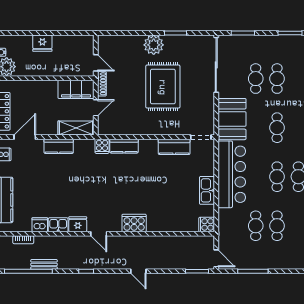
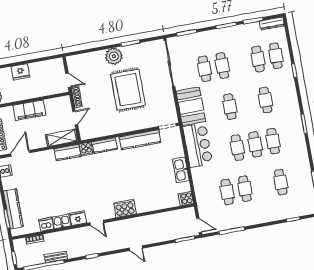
filing cabinet: (76, 89) -> (29, 110), moved
kitchen counter: (59, 146) -> (67, 153), moved
kitchen counter: (174, 147) -> (140, 140), width x1.50
bar counter: (232, 174) -> (198, 145), width x0.73

